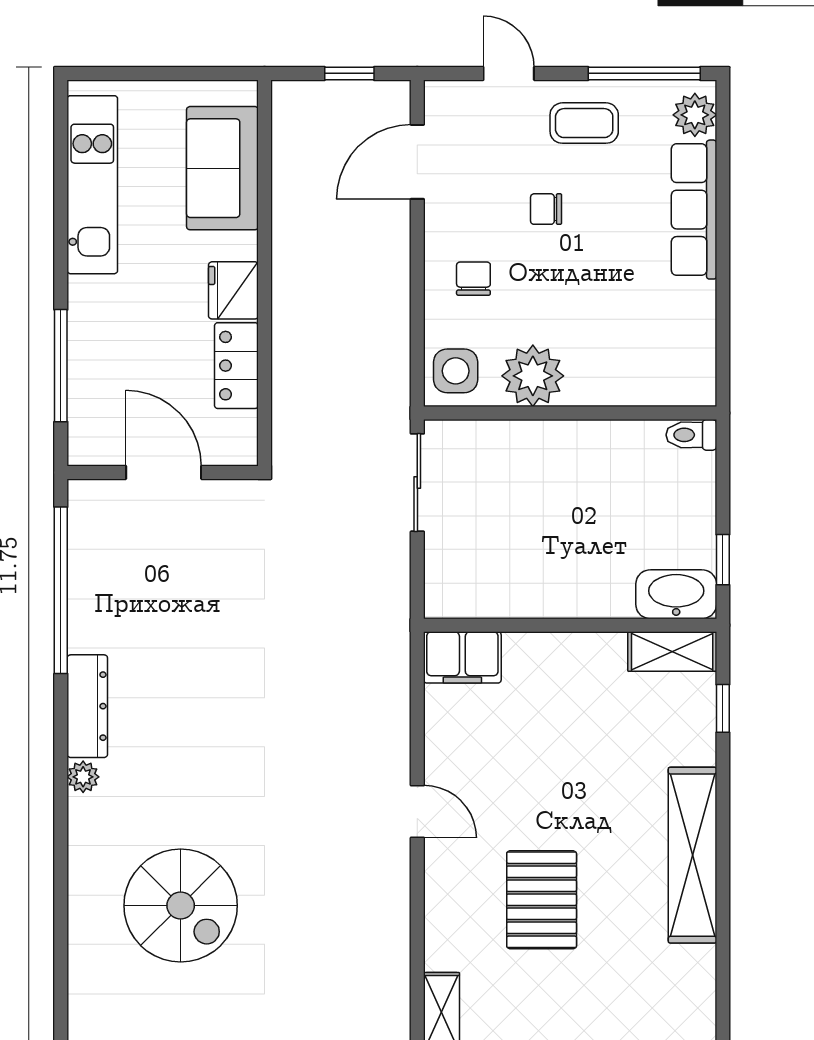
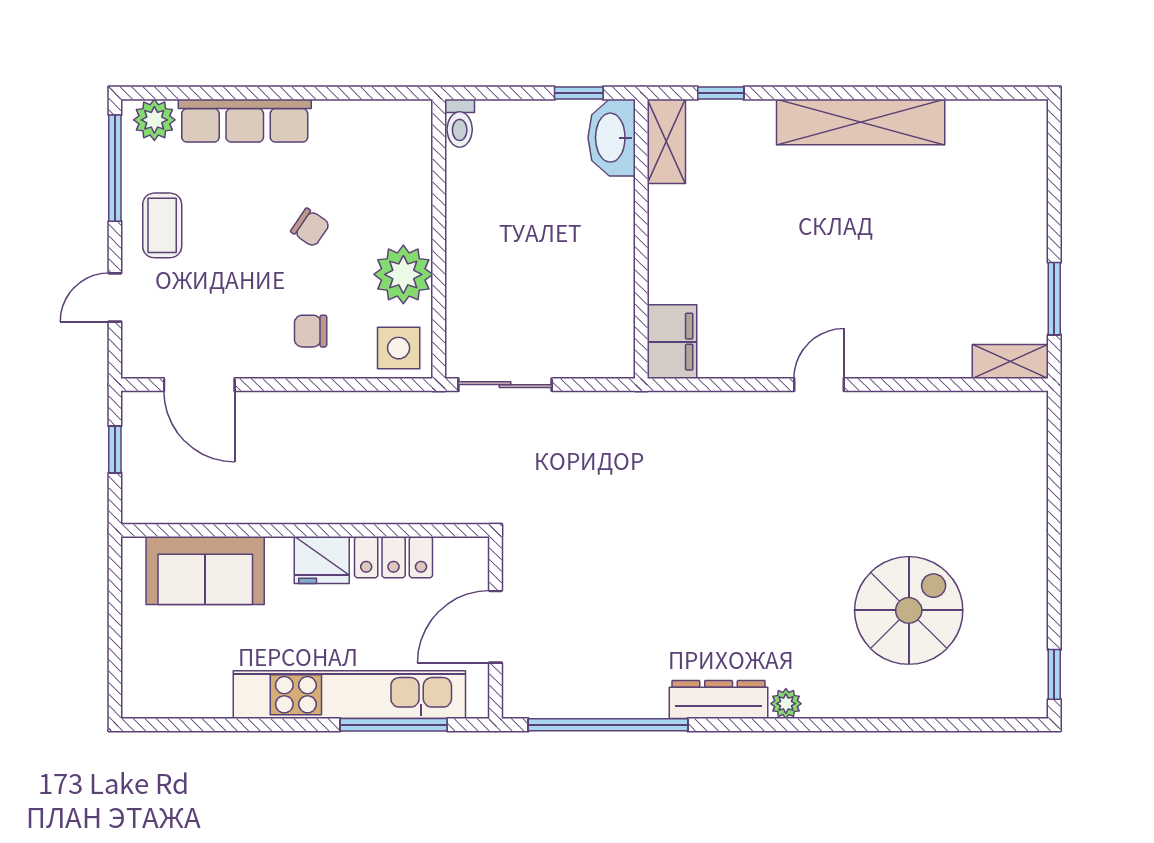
kitchen unit: (92, 185) -> (349, 695), moved, width x1.36
chair: (546, 209) -> (310, 228), moved, turned -56
pallet: (542, 900) -> (903, 266), removed

